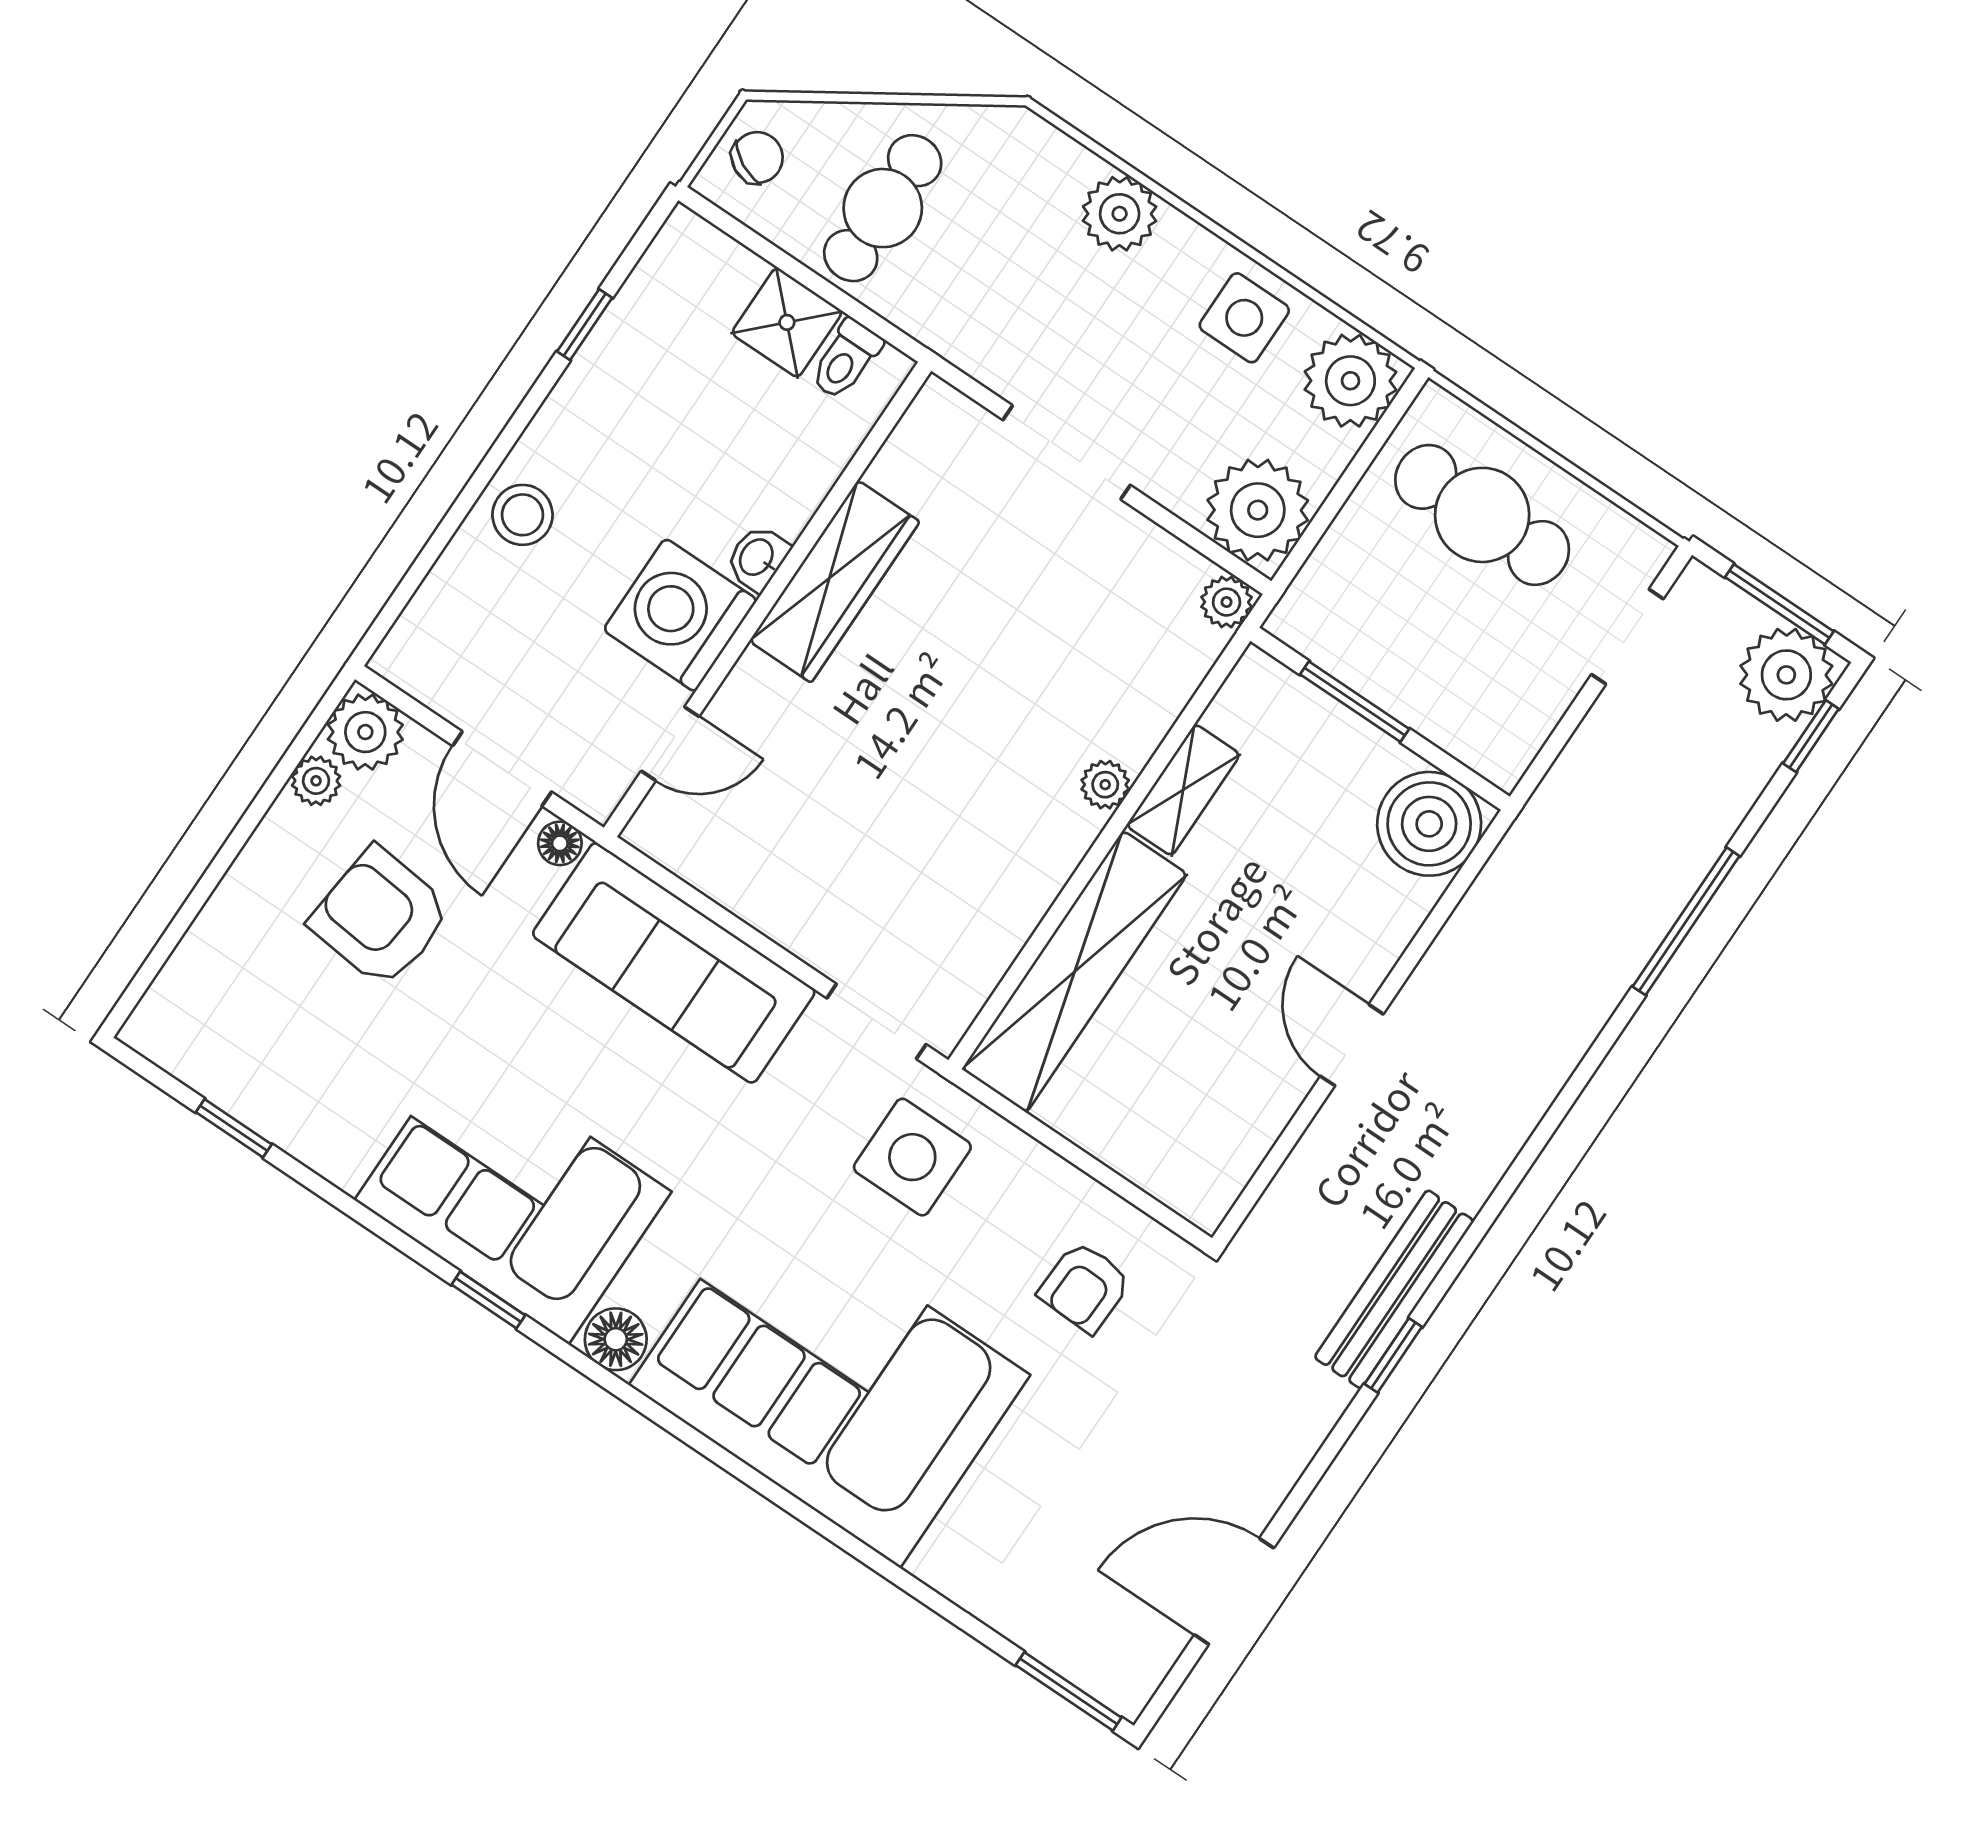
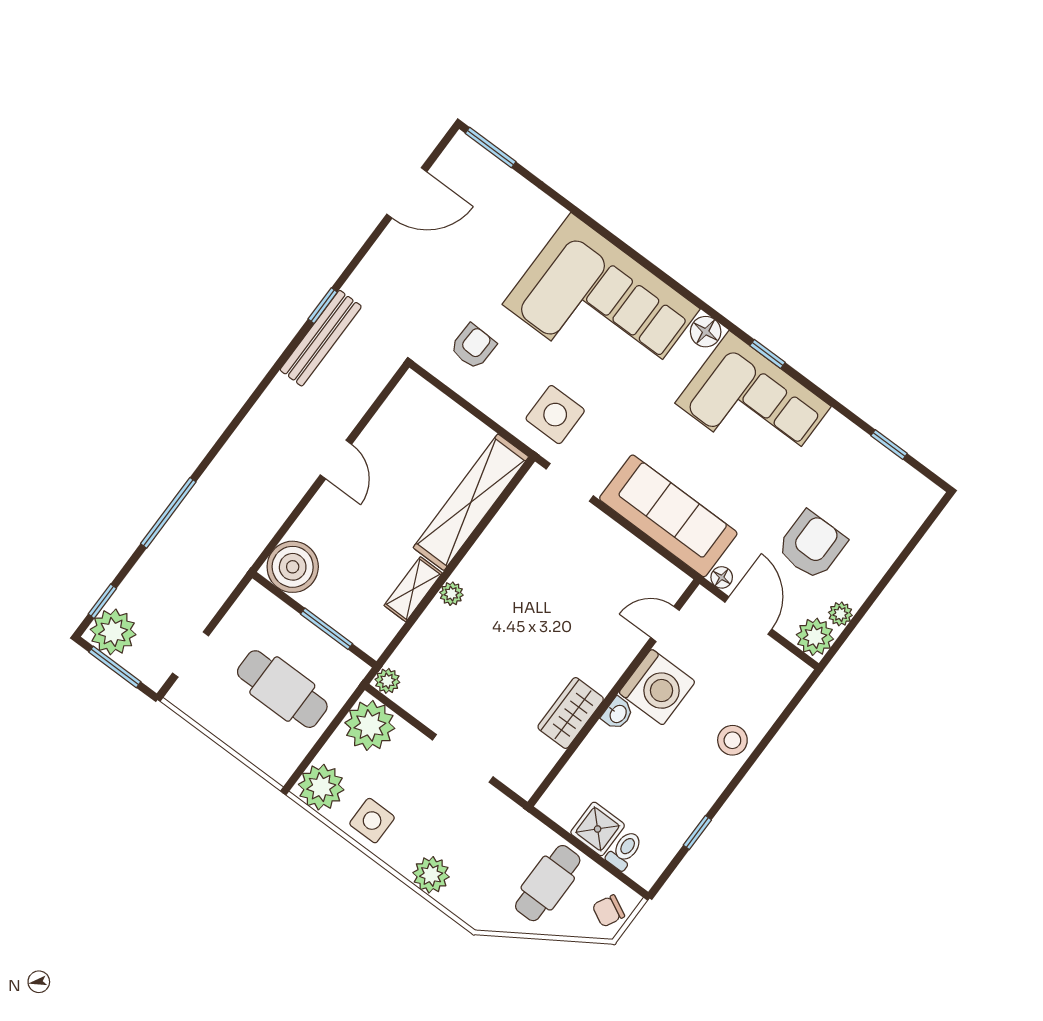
toilet: (846, 359) -> (624, 850), moved
cafe table: (1482, 515) -> (282, 689), moved
wardrobe: (834, 581) -> (571, 713), width x0.67
armchair: (380, 917) -> (812, 545), turned -96

